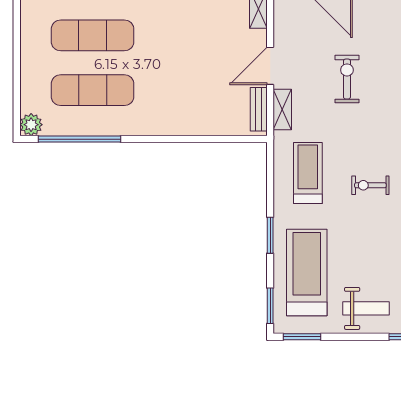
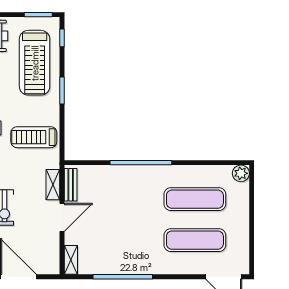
window: (80, 139) -> (141, 163), moved
treadmill: (308, 173) -> (34, 137), turned 90
window: (270, 306) -> (62, 38), width x0.67

